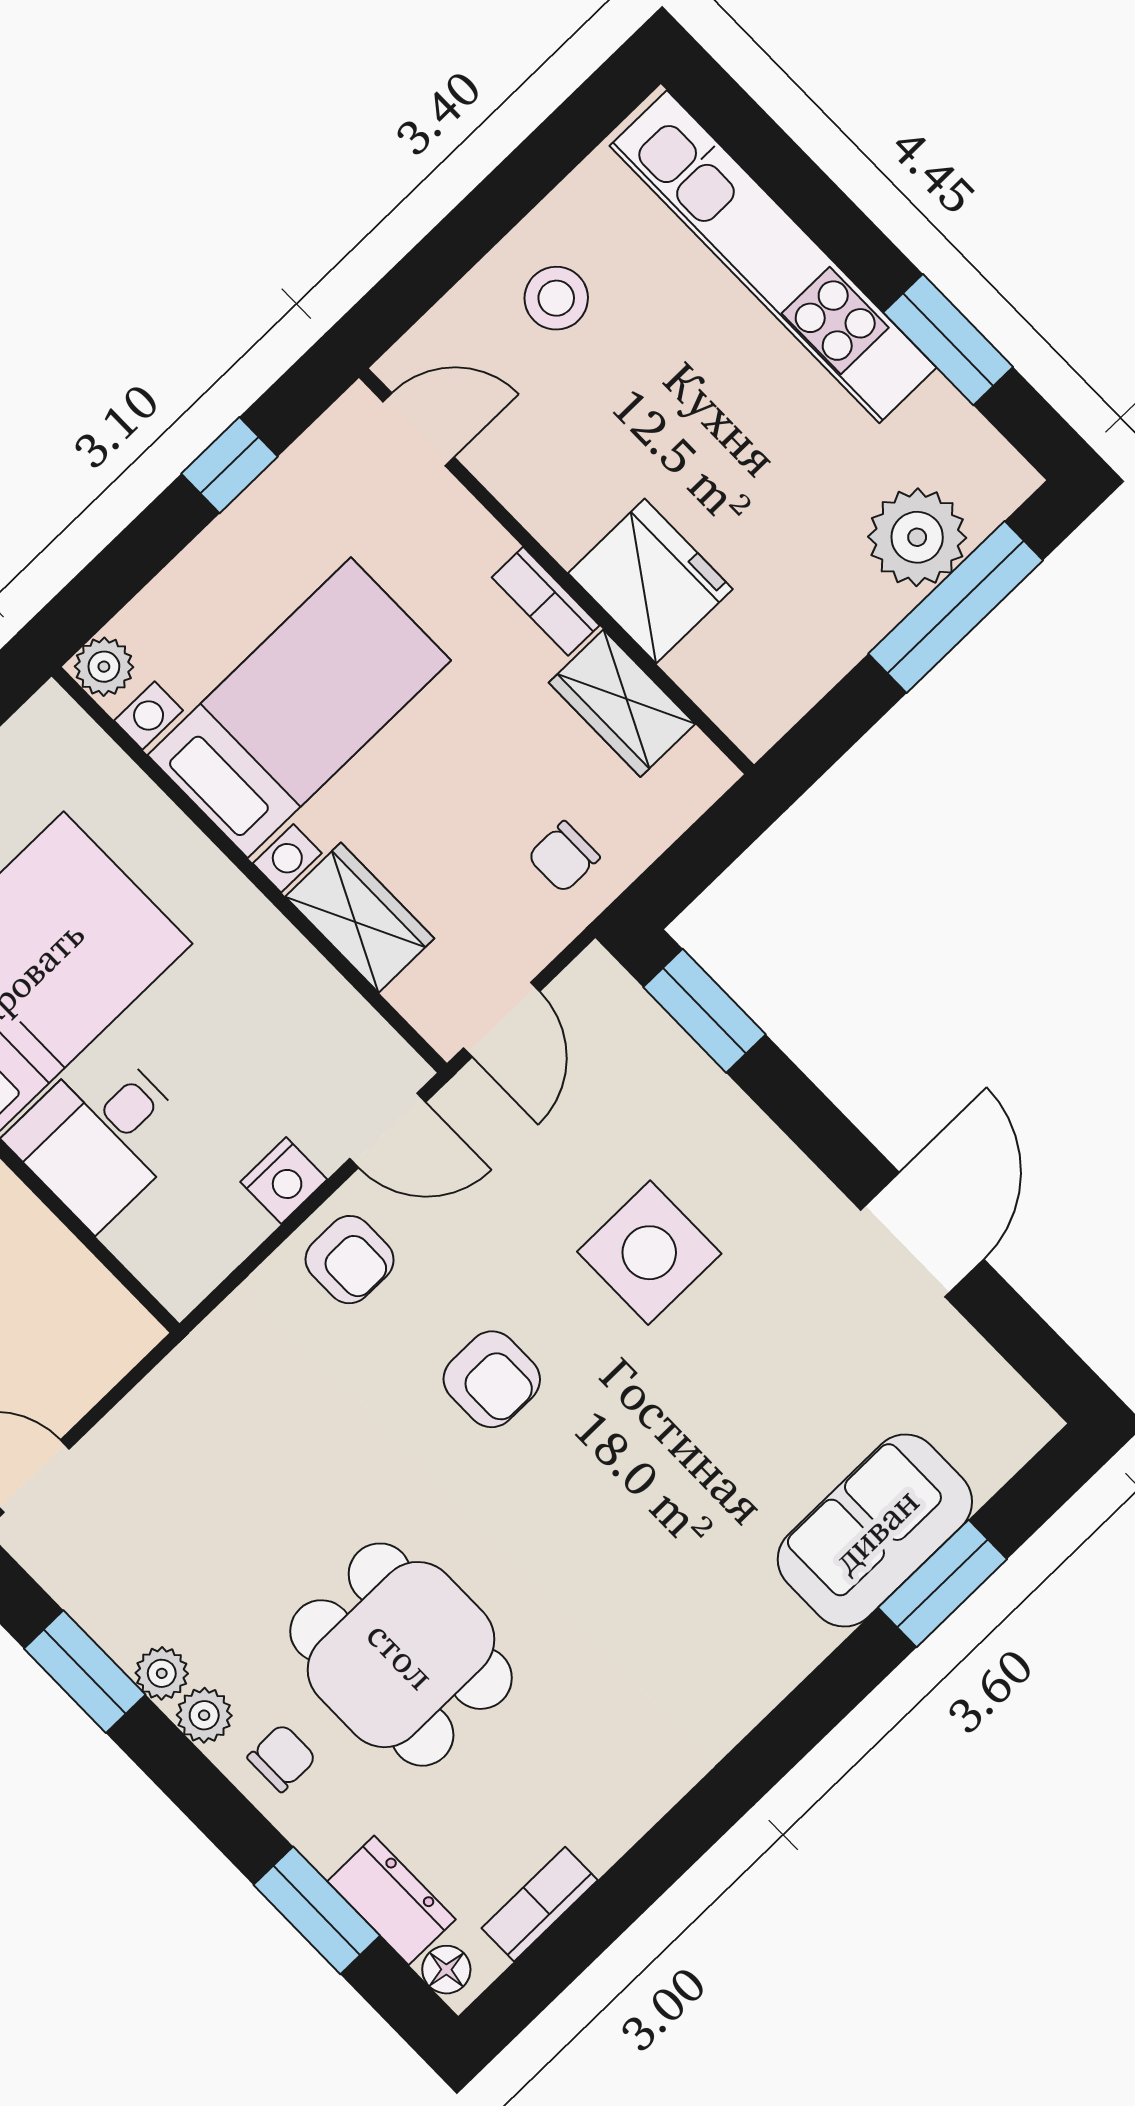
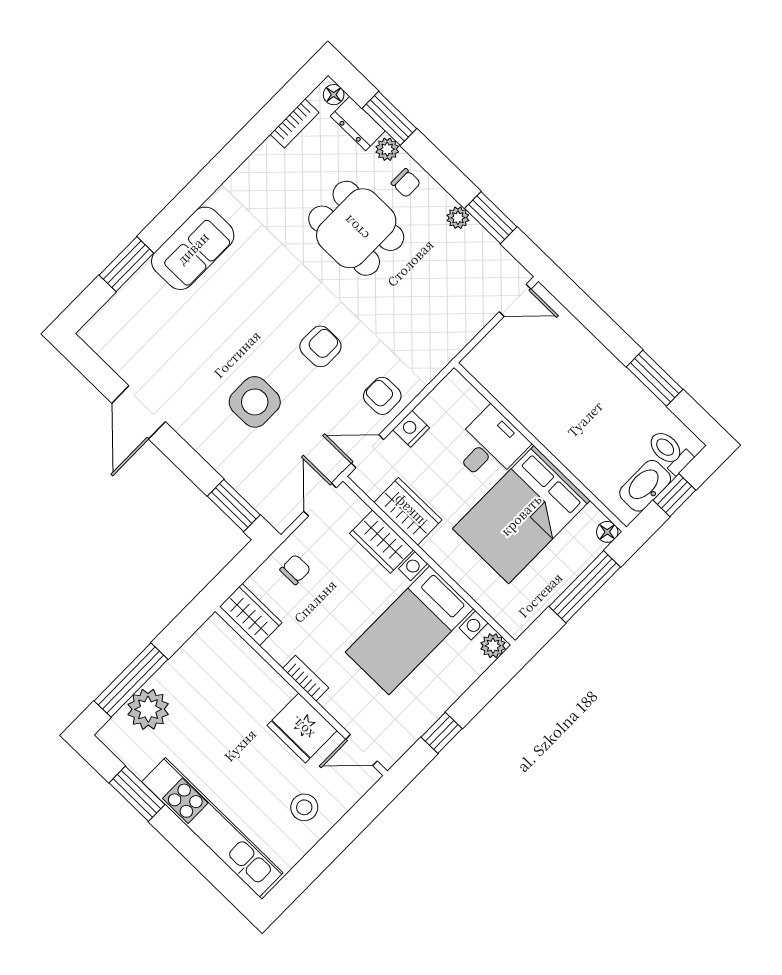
fridge: (650, 581) -> (302, 728), moved
wardrobe: (622, 703) -> (251, 615), moved
wardrobe: (296, 987) -> (408, 511), added
armchair: (492, 1379) -> (320, 346), turned 90
sofa: (875, 1530) -> (193, 248), moved
plant: (204, 1715) -> (387, 149), moved
chair: (282, 1758) -> (406, 183), turned -90

